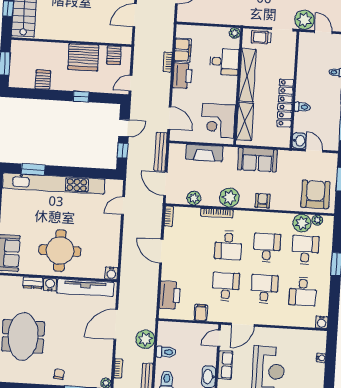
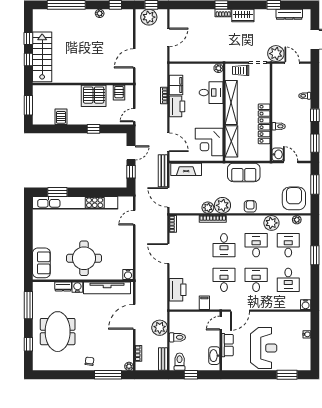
fireplace: (204, 153) -> (186, 169), moved
plant: (194, 198) -> (208, 208), moved
plant: (302, 223) -> (271, 223), moved

